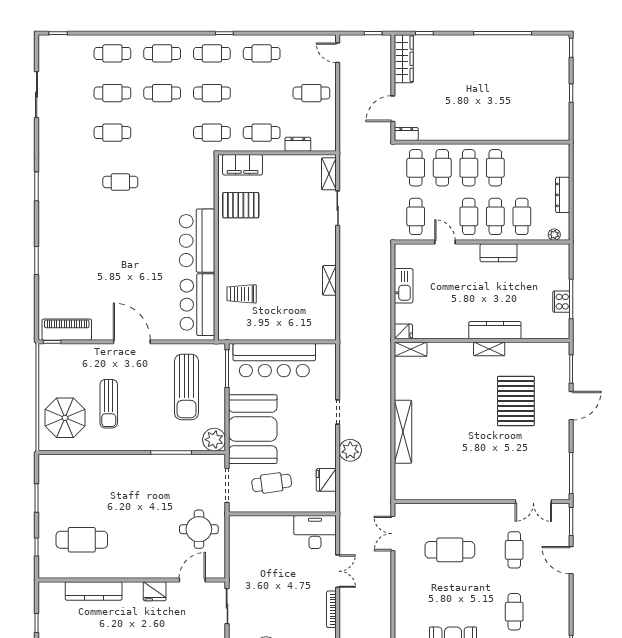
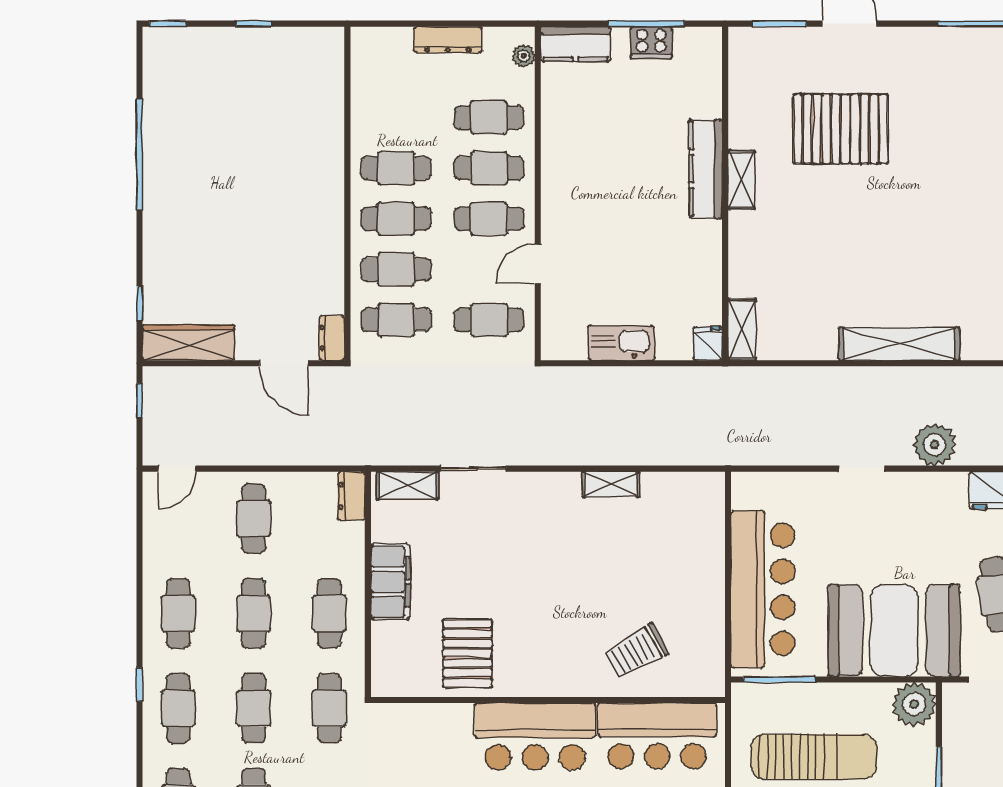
cafe table: (262, 93) -> (254, 613), added
dresser: (298, 144) -> (351, 496), moved
filing cabinet: (243, 165) -> (390, 582), moved
kitchen counter: (499, 253) -> (575, 44), moved, turned 90
trolley: (242, 294) -> (636, 652), turned 61

